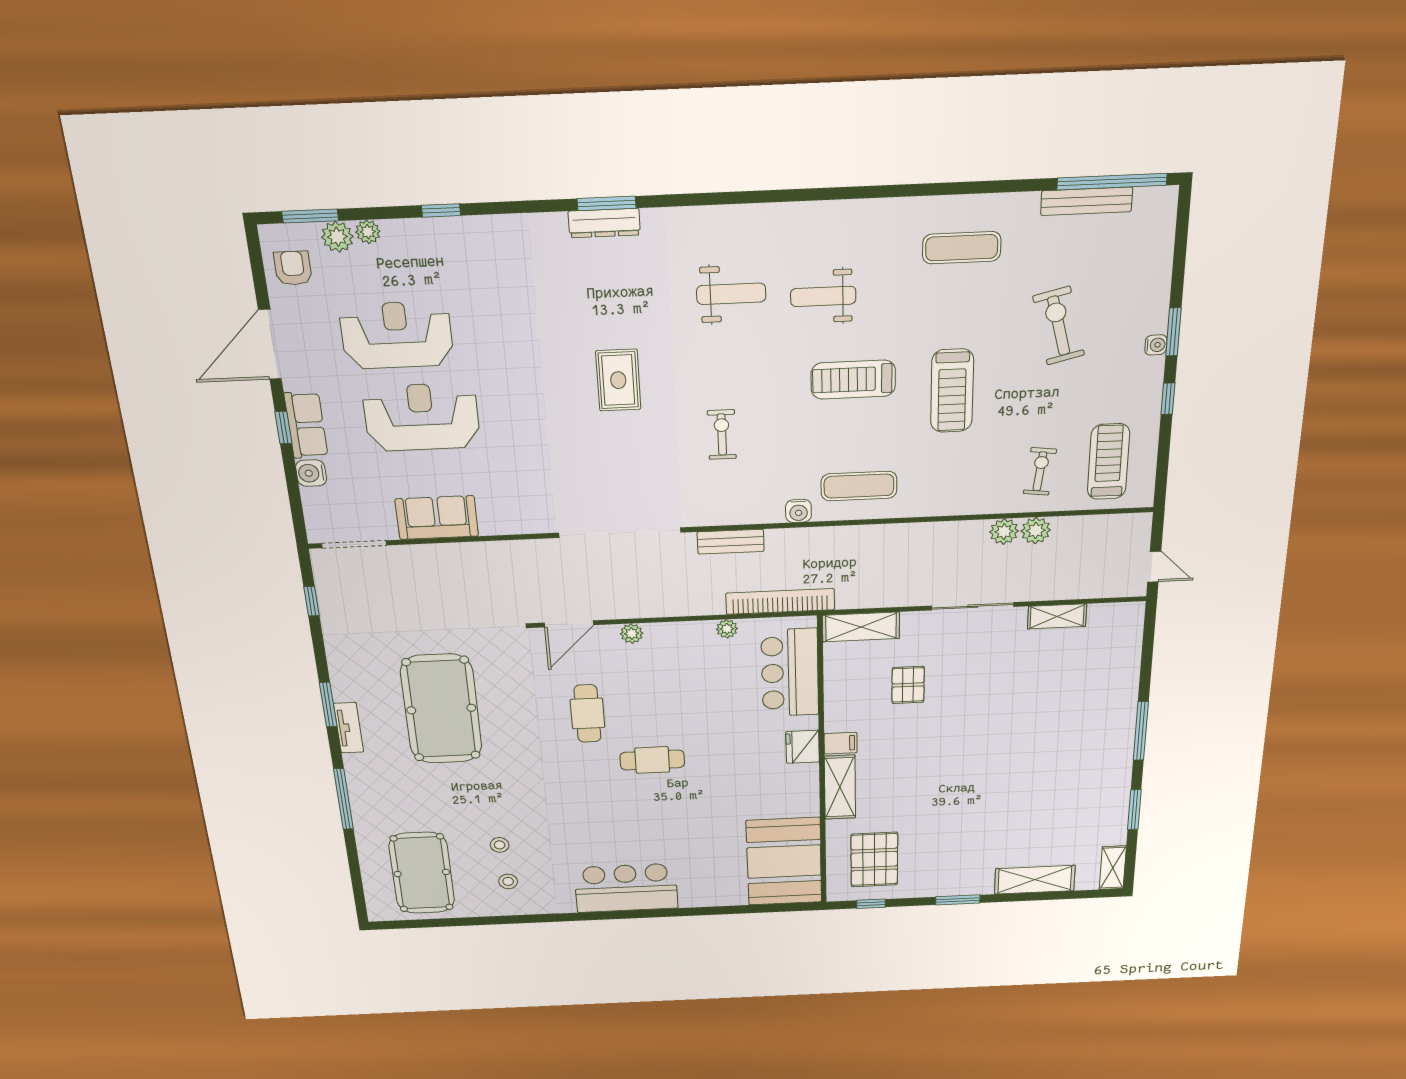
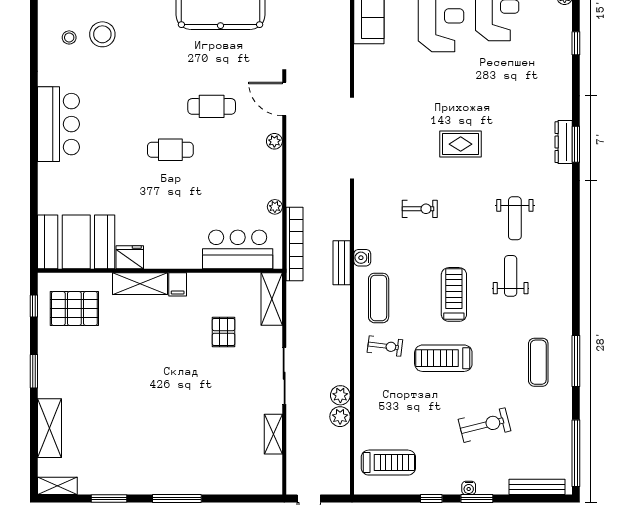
window: (961, 188) -> (576, 361), added
bench: (1087, 201) -> (537, 487), moved, turned 90
exercise bike: (1040, 471) -> (385, 346), moved
bench: (731, 542) -> (342, 263), moved
pallet: (908, 685) -> (224, 332), turned 90
fridge: (803, 747) -> (130, 257), moved
cafe table: (652, 760) -> (170, 150), turned 90
stool: (500, 845) -> (102, 34), width x1.89, depth x1.89

